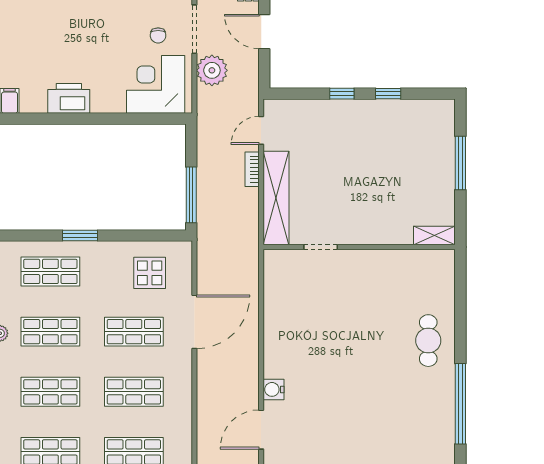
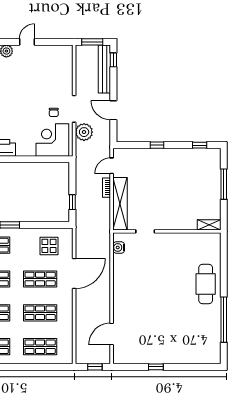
window: (388, 94) -> (200, 145), moved
window: (191, 195) -> (72, 202), width x0.46
cafe table: (428, 341) -> (206, 284), width x1.37, depth x1.35
water cooler: (274, 389) -> (119, 247), moved

